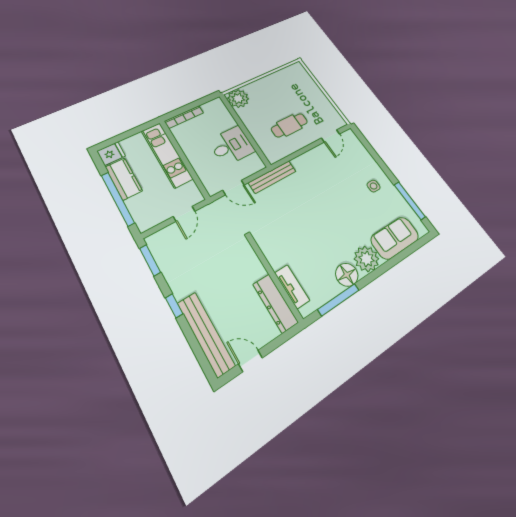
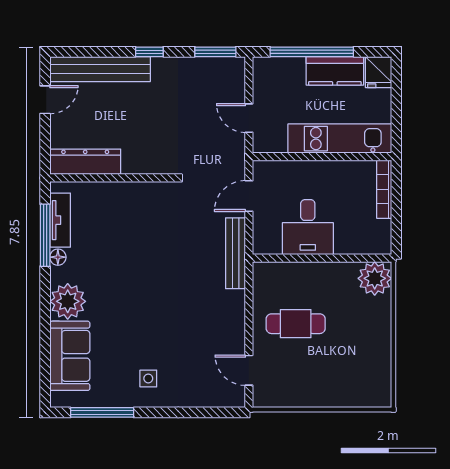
cafe table: (289, 125) -> (296, 324), turned 90
floor lamp: (347, 275) -> (58, 257), width x0.53, depth x0.53
tv unit: (292, 287) -> (60, 220), moved, turned -90

